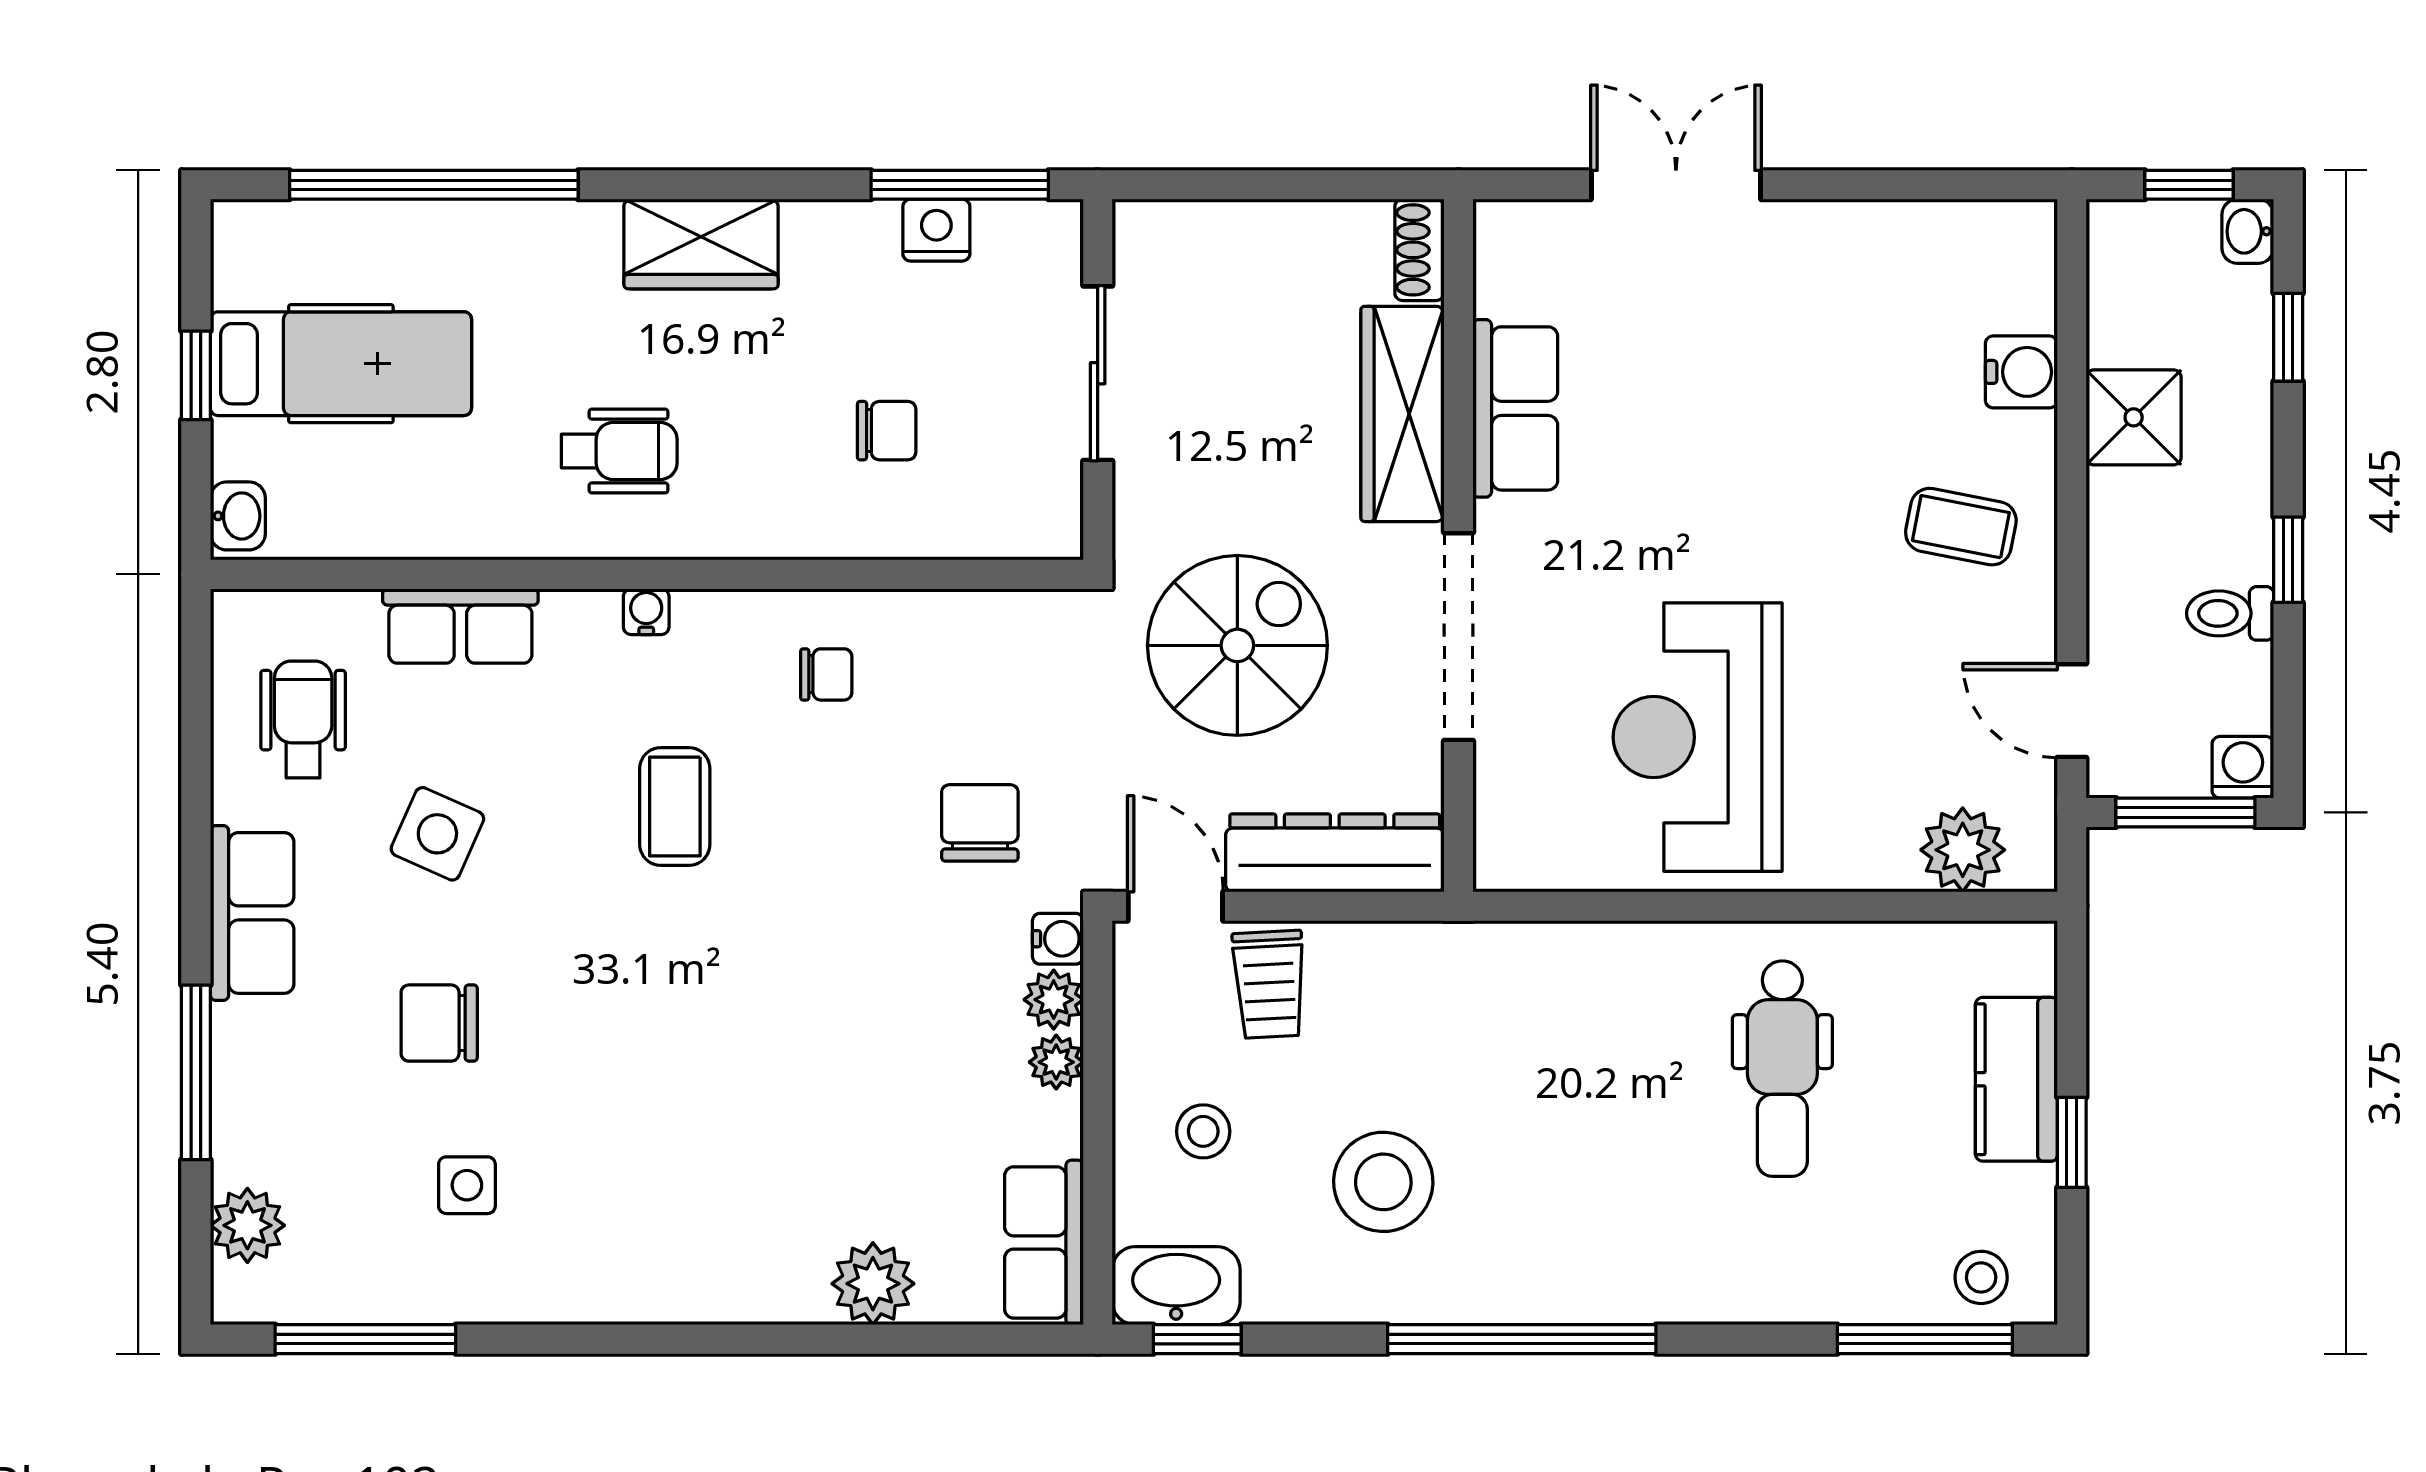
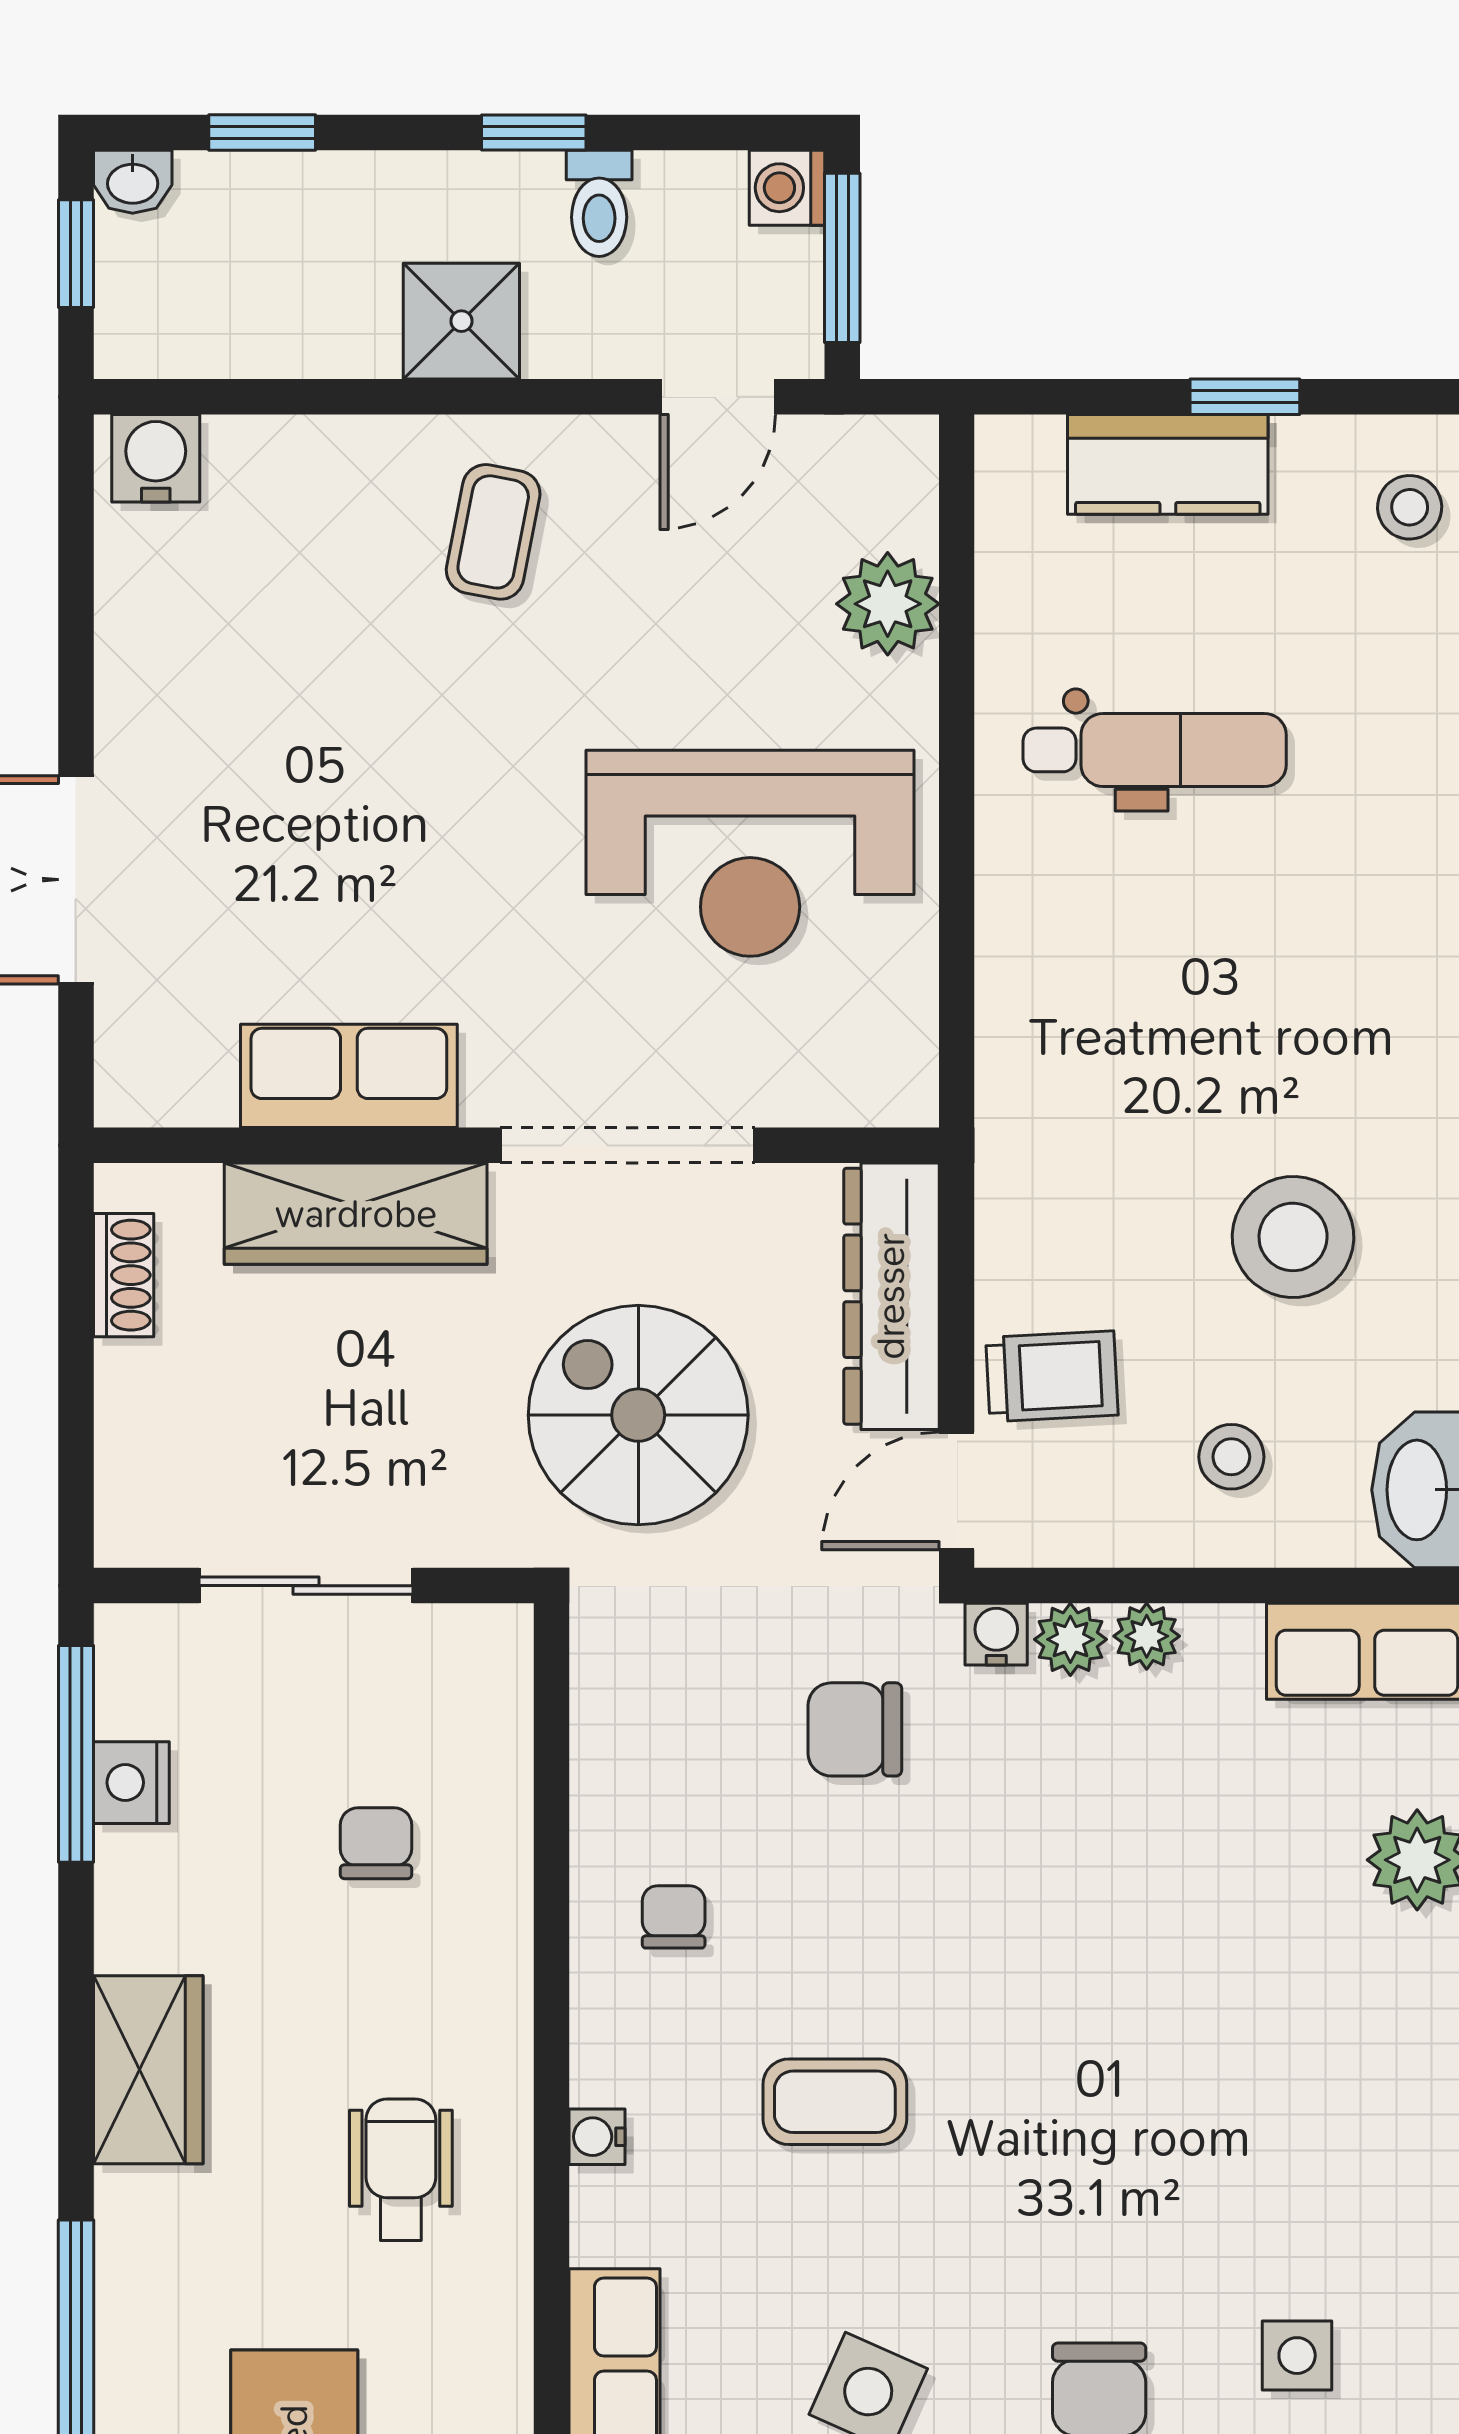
shoe rack: (1419, 250) -> (124, 1275), moved, turned -90
water cooler: (2021, 372) -> (156, 458), moved
shower: (2134, 417) -> (461, 321), moved
plant: (1963, 850) -> (888, 604), moved

